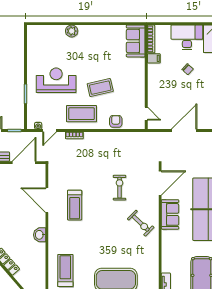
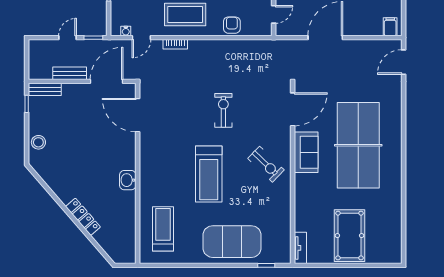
door: (146, 114) -> (274, 14), hinge flipped
exercise bike: (119, 188) -> (223, 110), moved
door: (47, 200) -> (138, 115), moved
treadmill: (75, 205) -> (209, 174), moved, width x1.37, depth x1.38

